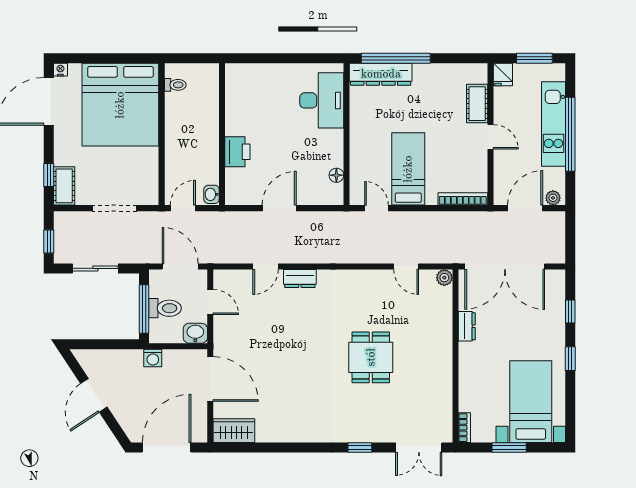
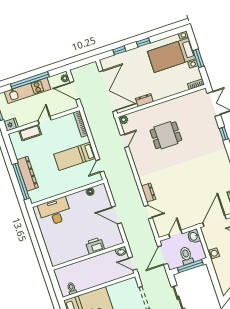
dresser: (381, 74) -> (27, 174), moved
dining table: (371, 357) -> (166, 135), moved

